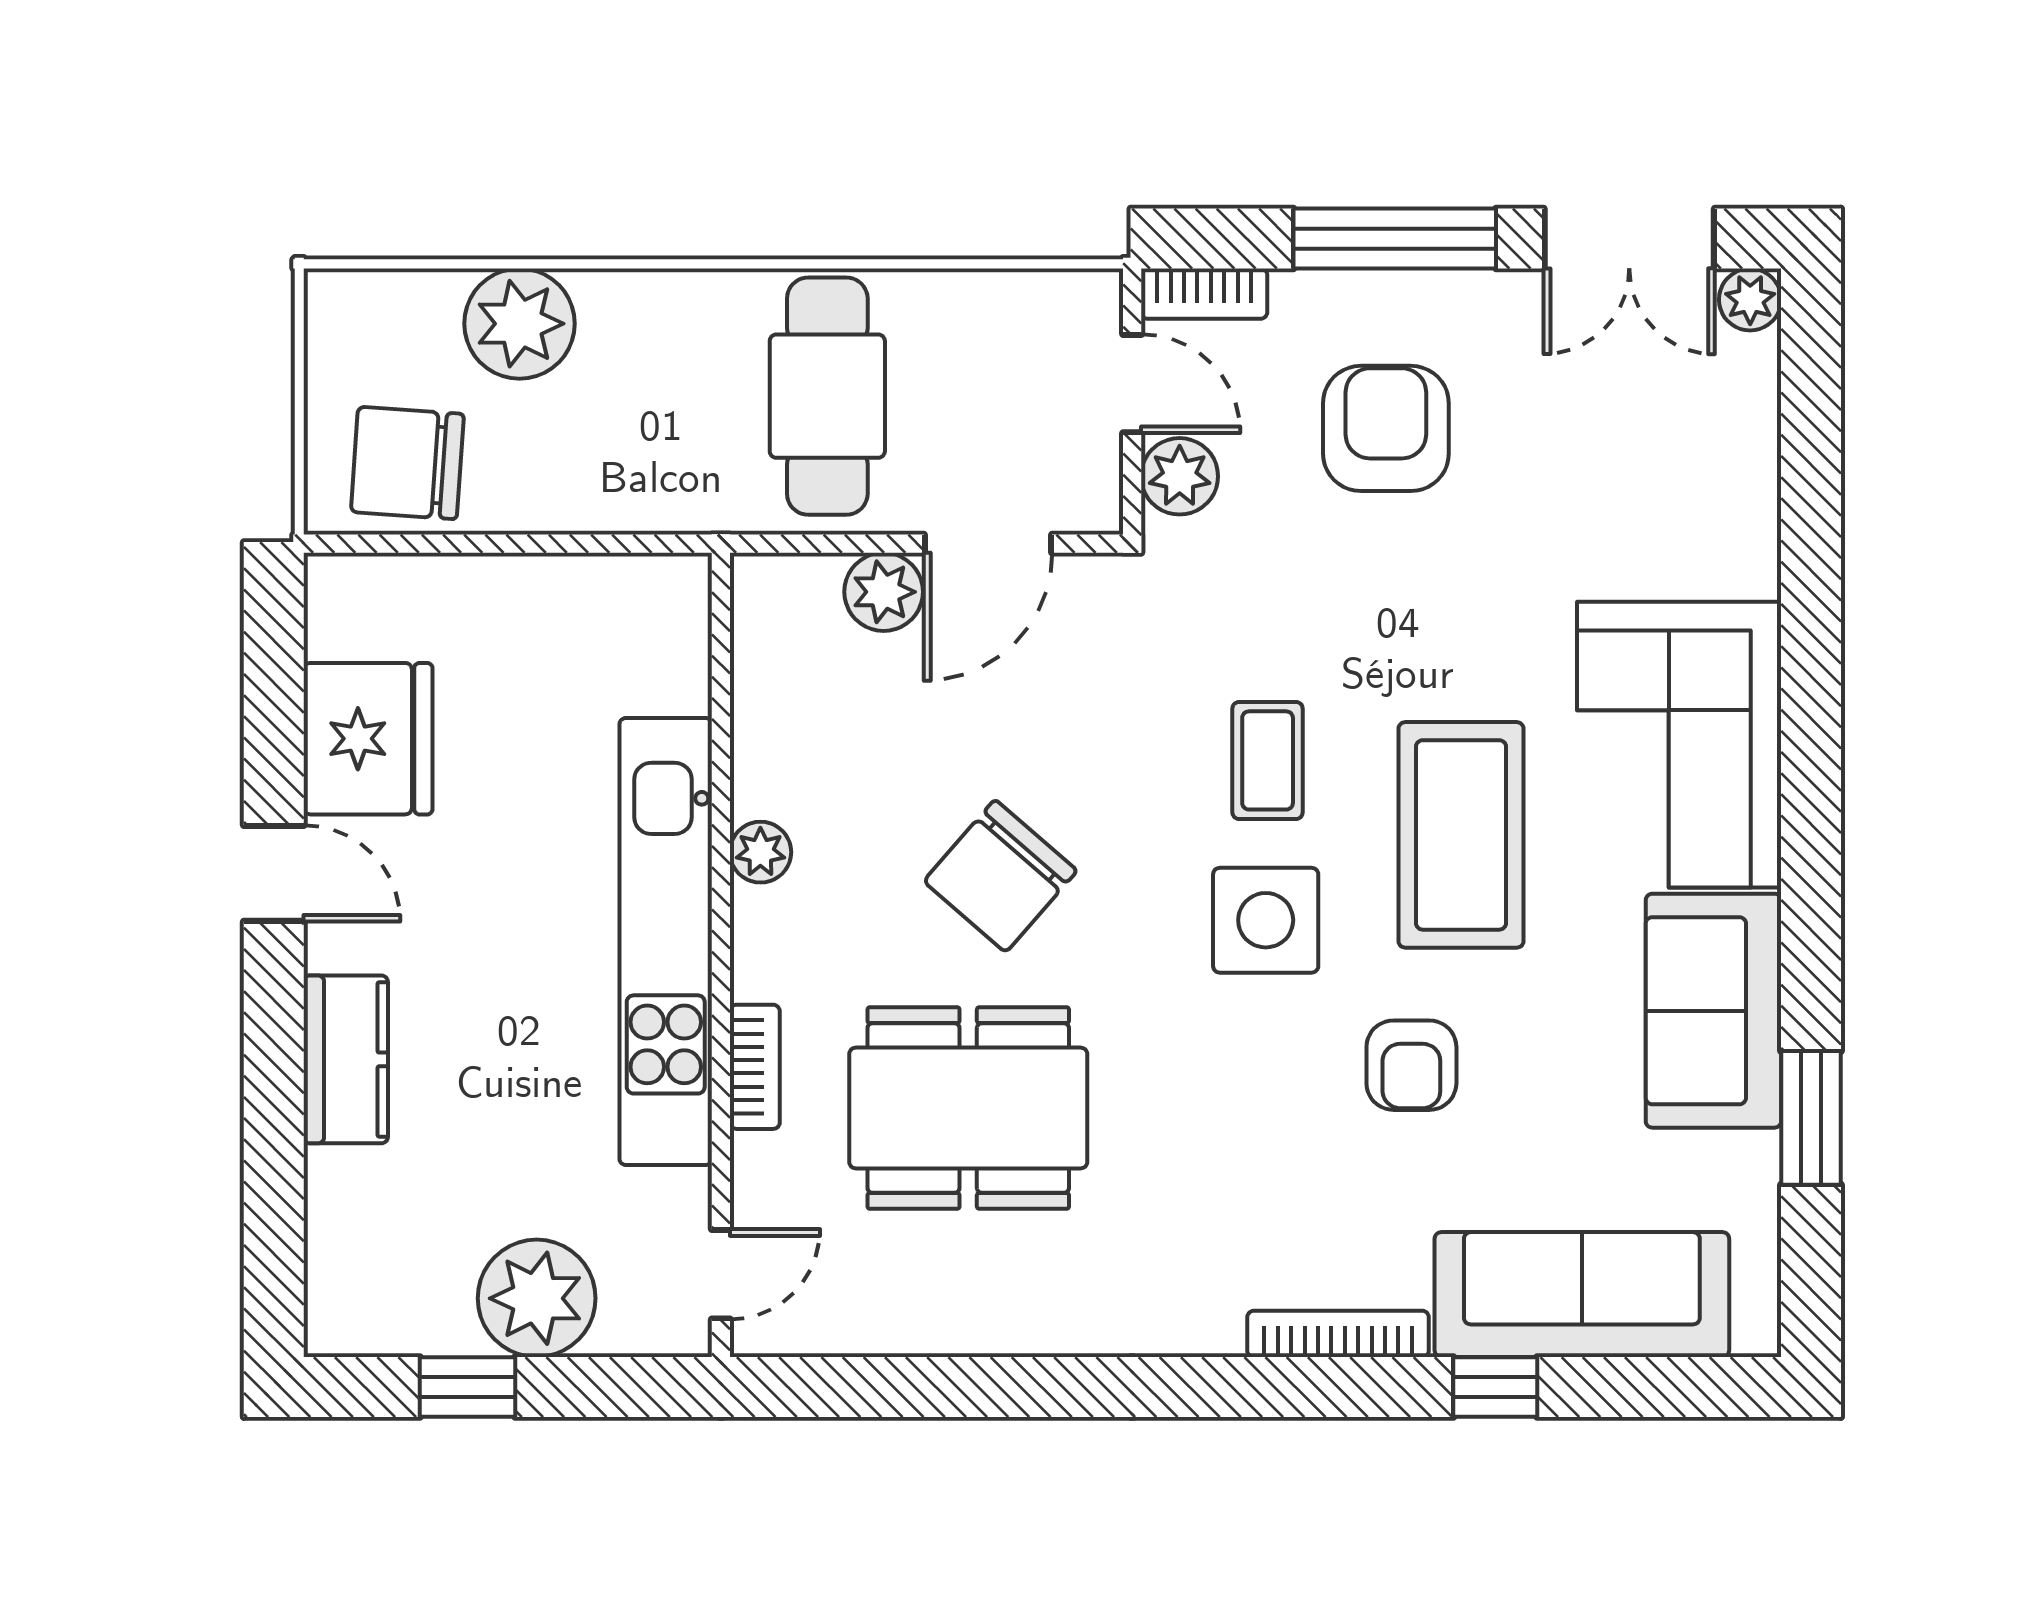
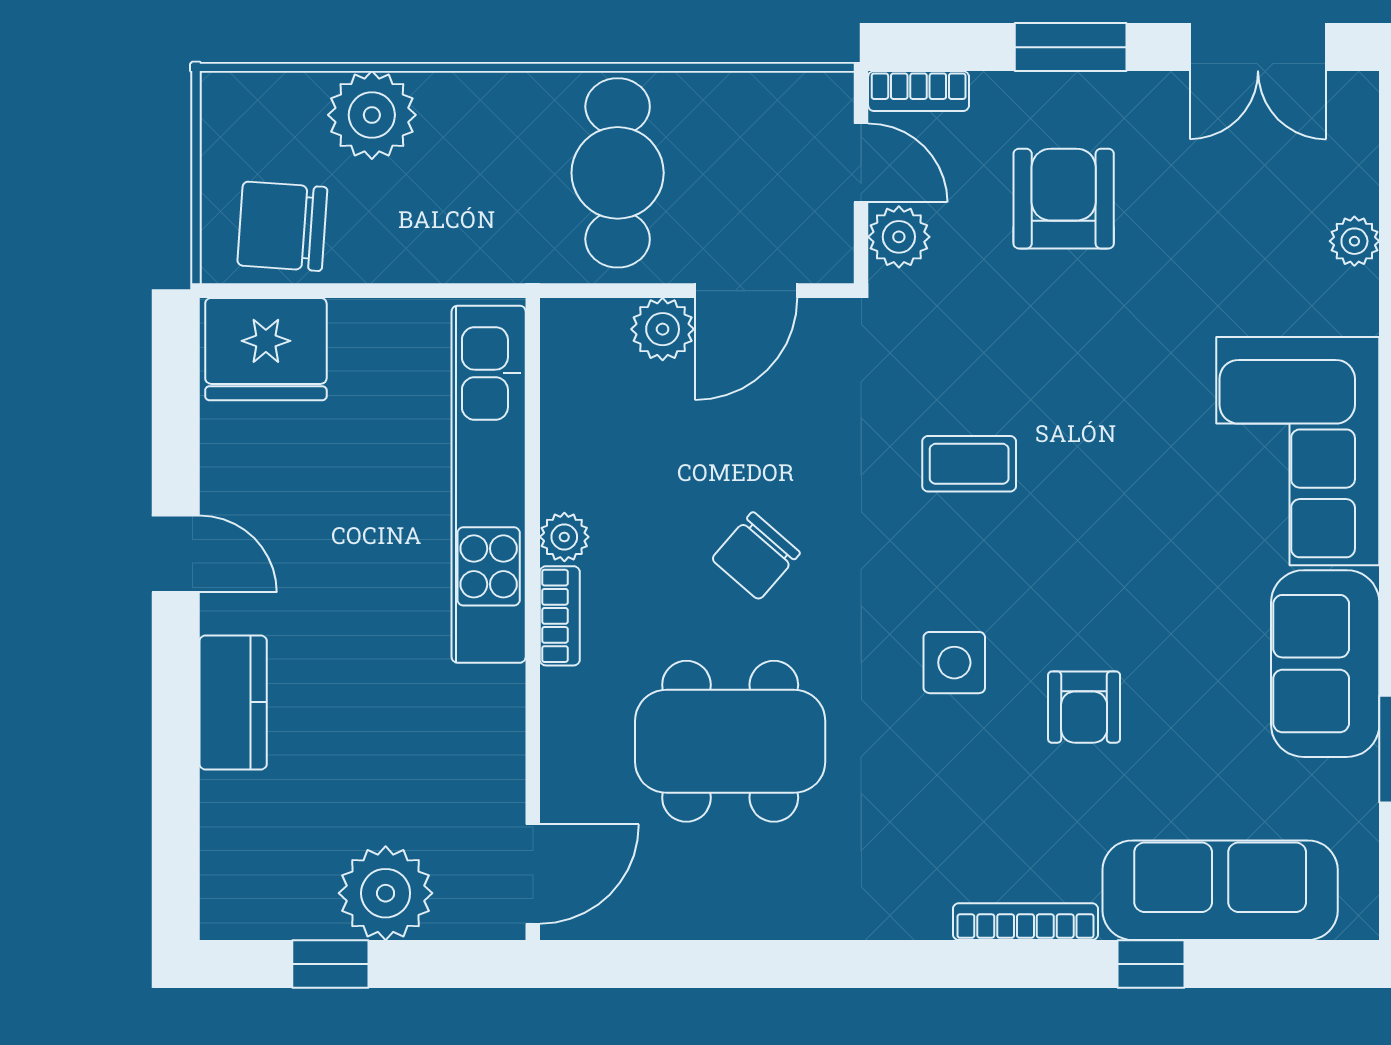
window: (1395, 239) -> (1071, 47), width x0.69
plant: (1750, 300) -> (1354, 241), moved
fridge: (368, 739) -> (266, 349), moved, turned 90
coffee table: (1268, 760) -> (969, 464), turned 90
coffee table: (1461, 835) -> (1124, 523), removed
chair: (1000, 876) -> (756, 556), width x0.73, depth x0.73
side table: (1266, 920) -> (954, 663), moved, width x0.73, depth x0.73
kitchen unit: (666, 942) -> (489, 484), moved
bookcase: (755, 1067) -> (560, 616), moved
door: (721, 1274) -> (533, 874), width x1.38

